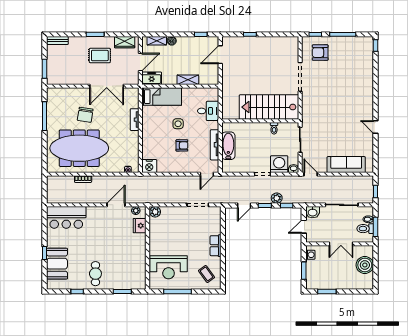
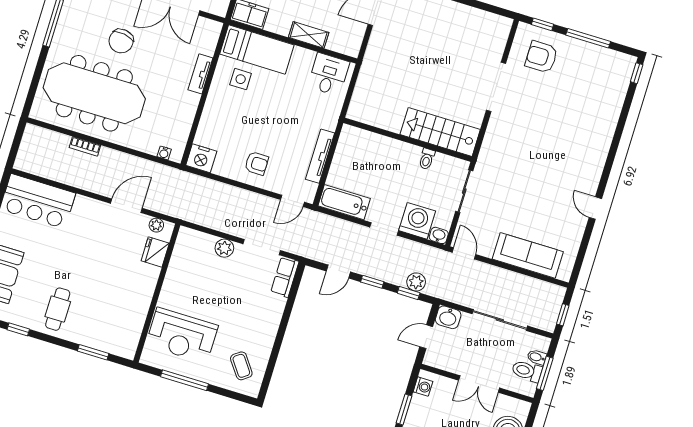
stairs: (269, 107) -> (440, 132), width x0.73, depth x0.66
desk: (208, 111) -> (329, 74), moved, turned -90
side table: (178, 124) -> (241, 79), moved
armchair: (182, 145) -> (257, 163), moved
bathtub: (228, 146) -> (344, 202), moved, turned -90
plant: (277, 198) -> (416, 282), moved
plant: (155, 212) -> (224, 248), moved
row of seats: (216, 246) -> (285, 277), moved

